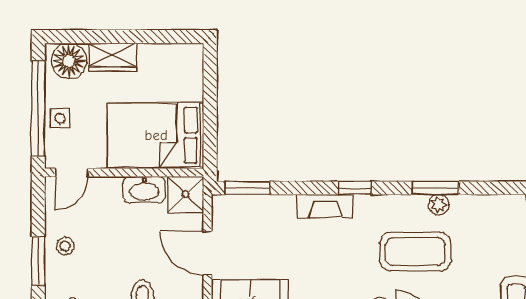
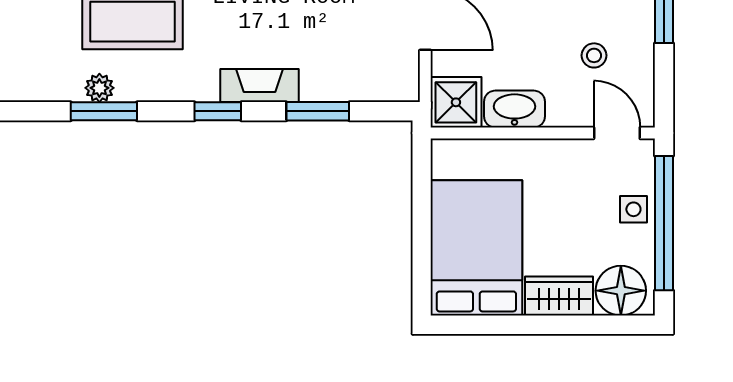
bed: (156, 135) -> (476, 248), moved, turned -90
door: (72, 173) -> (617, 133), hinge flipped
window: (248, 188) -> (318, 111), moved
stool: (65, 246) -> (594, 55), moved

